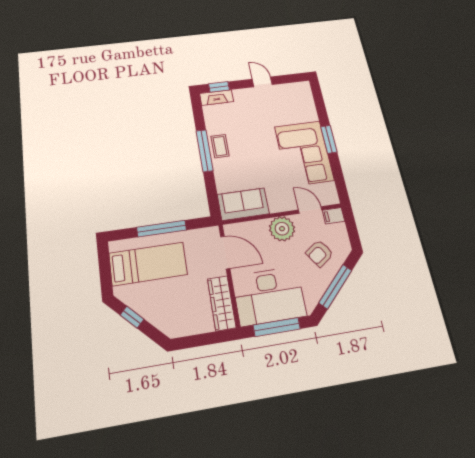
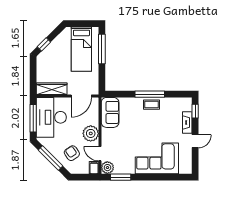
fireplace: (217, 98) -> (187, 123), moved
window: (329, 139) -> (121, 177), moved
corner sofa: (304, 153) -> (157, 158), moved
plant: (329, 196) -> (107, 168), added
door: (310, 210) -> (100, 154), swing flipped
window: (162, 229) -> (102, 49), moved
window: (132, 317) -> (44, 44), moved

